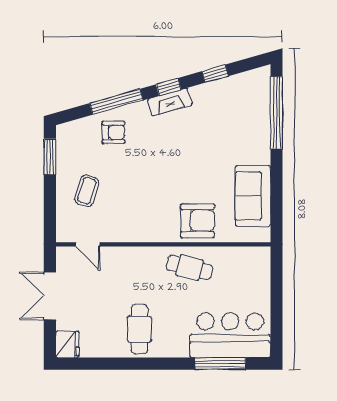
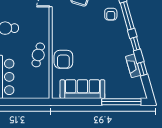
fireplace: (170, 102) -> (133, 66), moved
sofa: (253, 196) -> (82, 89), width x1.36

